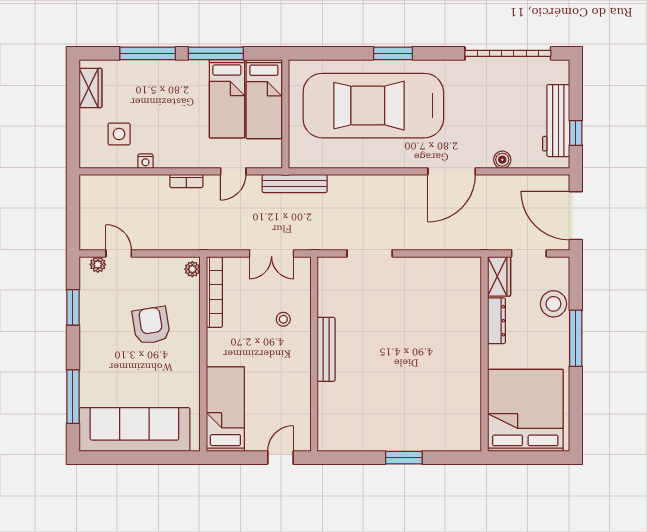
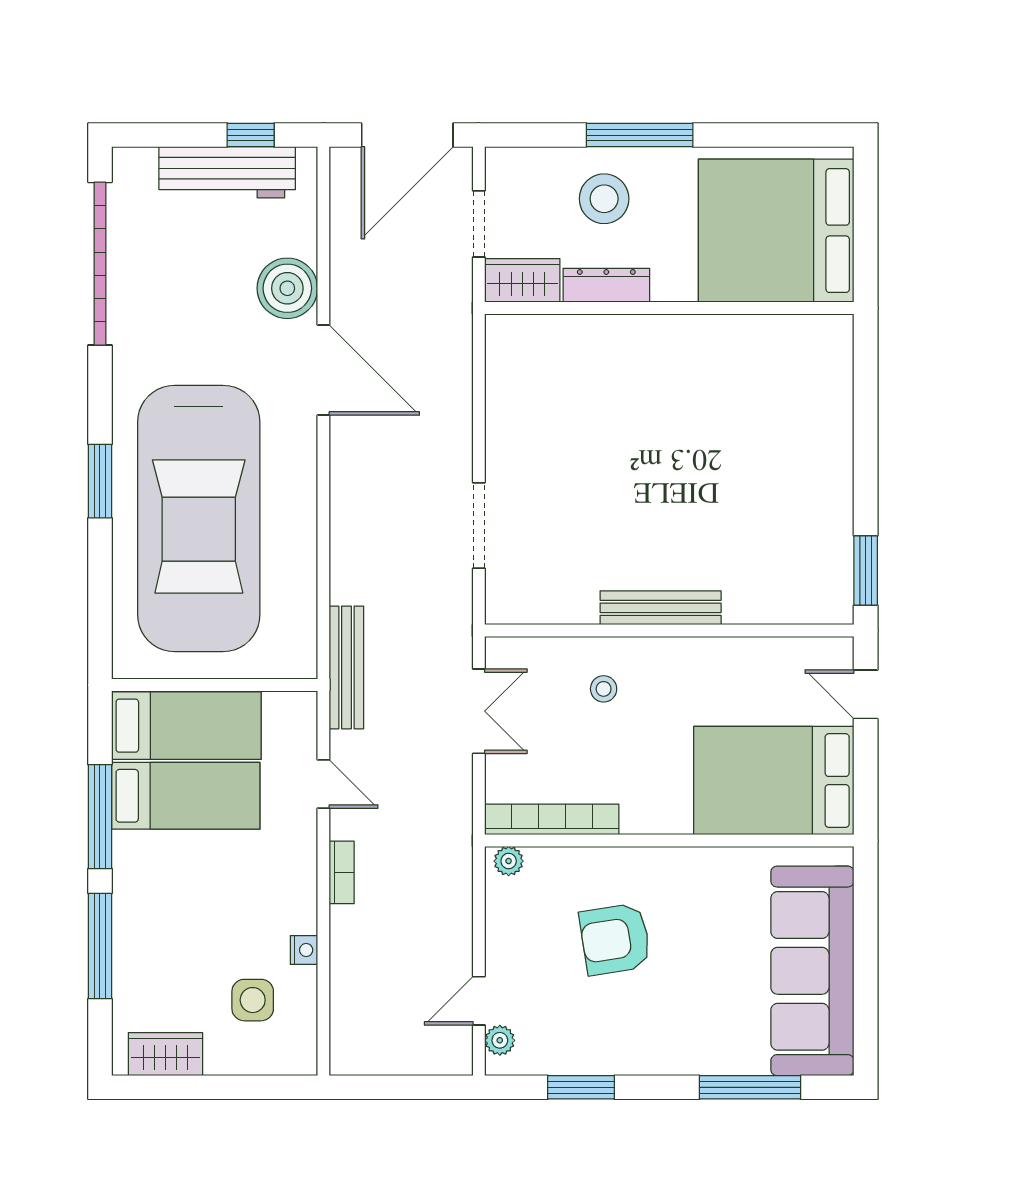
boiler: (502, 160) -> (287, 288), width x1.86, depth x1.86
stool: (553, 304) -> (604, 199), moved
bed: (225, 409) -> (774, 781), width x1.50
window: (404, 458) -> (866, 570), moved

